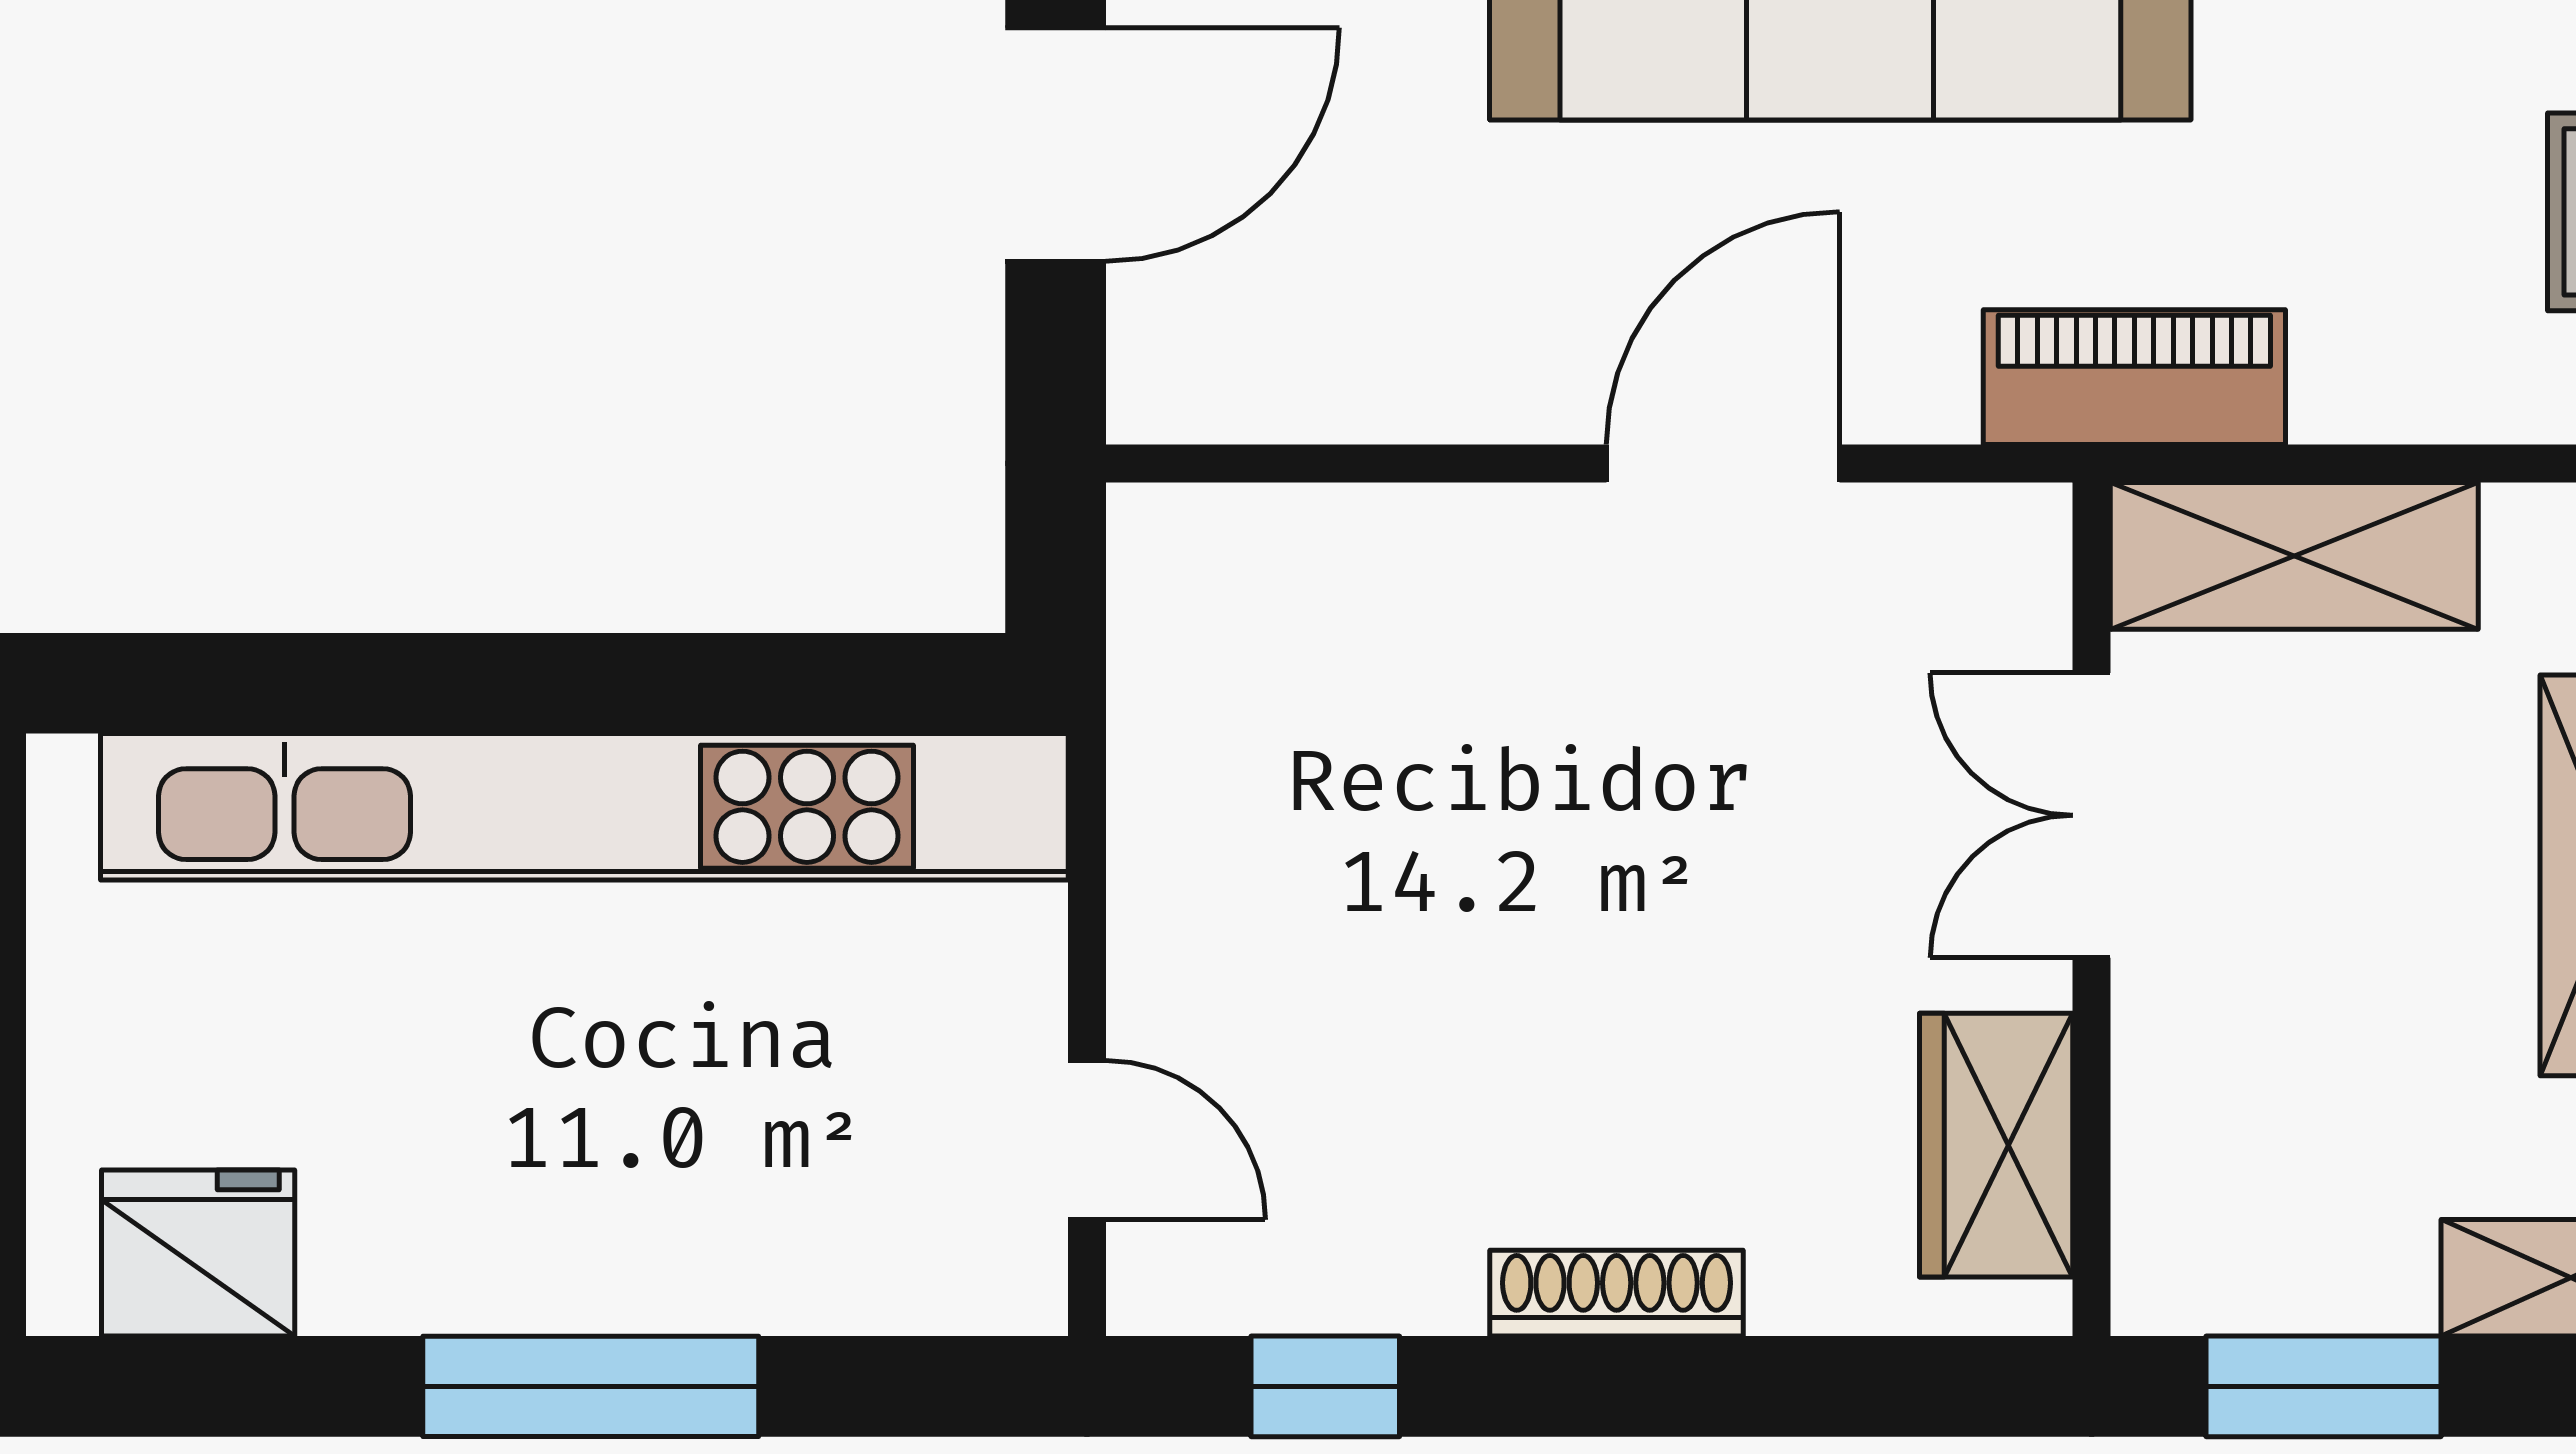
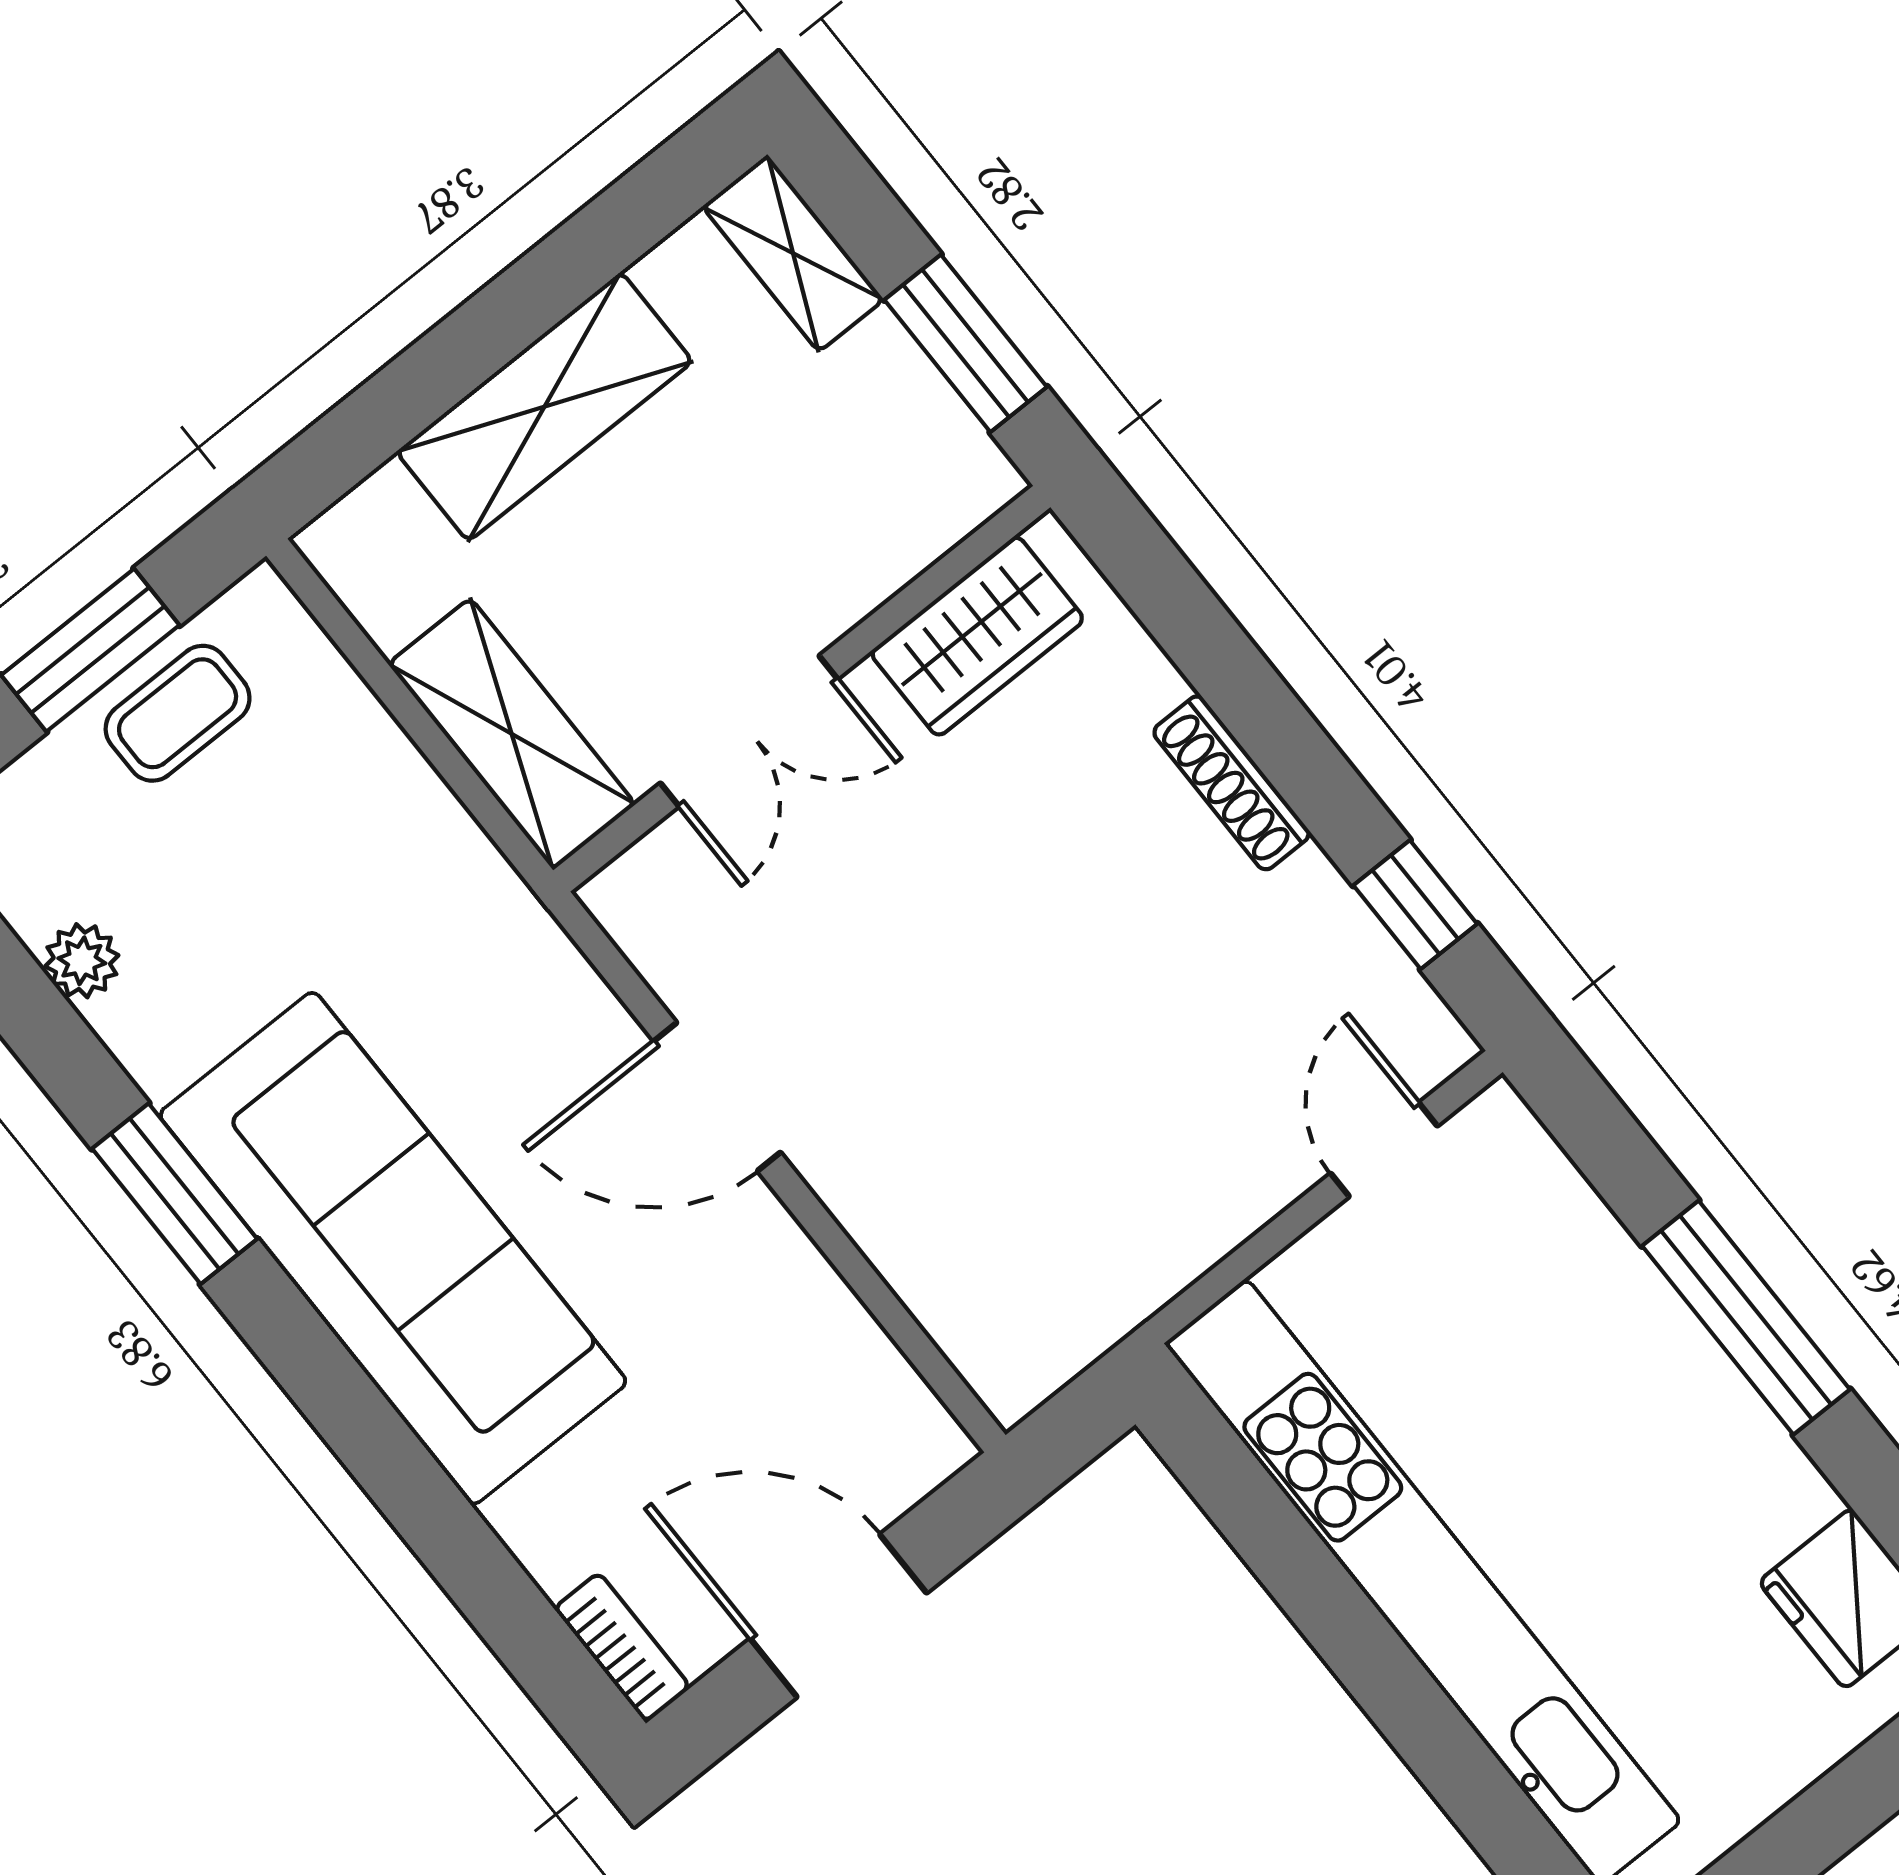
piano: (2134, 377) -> (483, 904), removed

